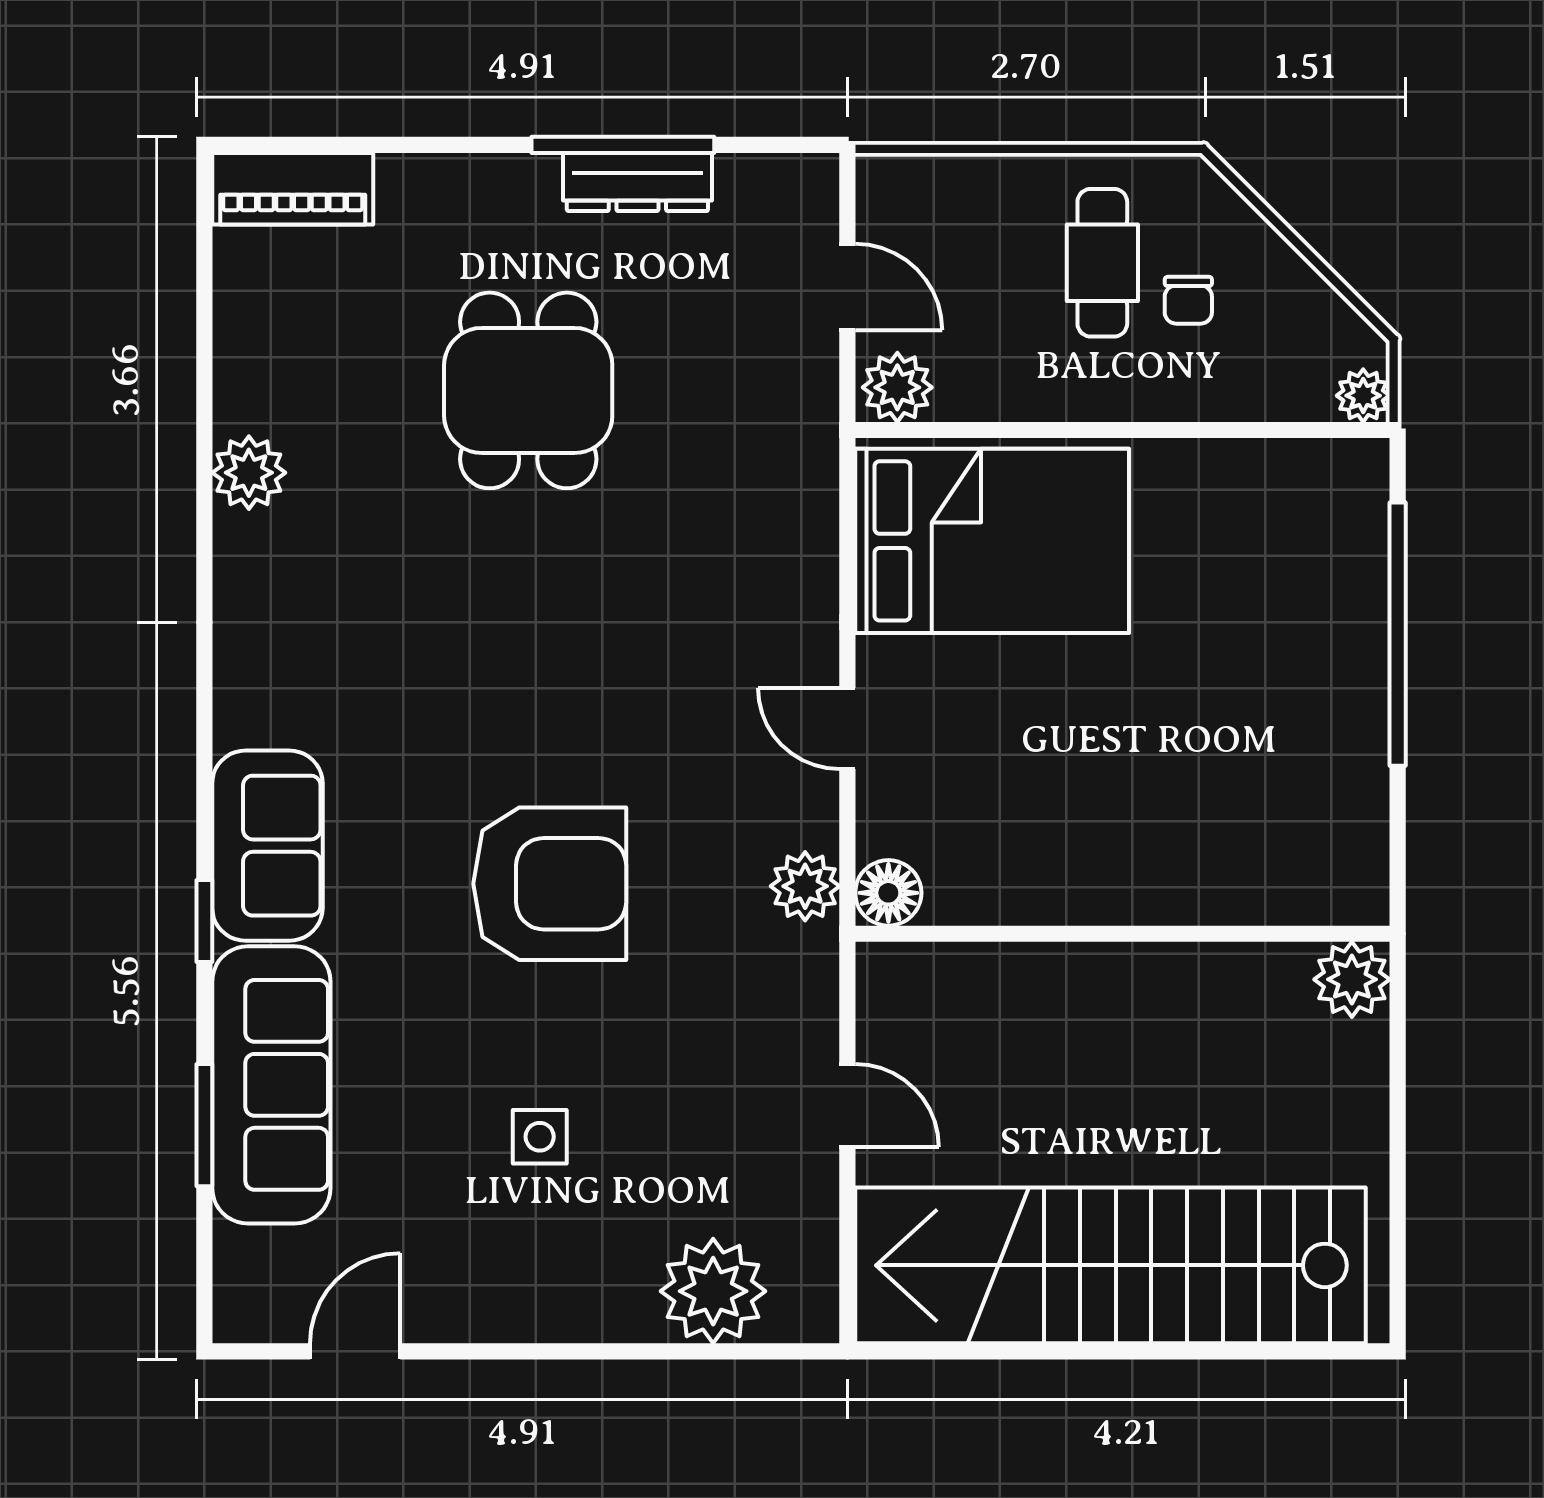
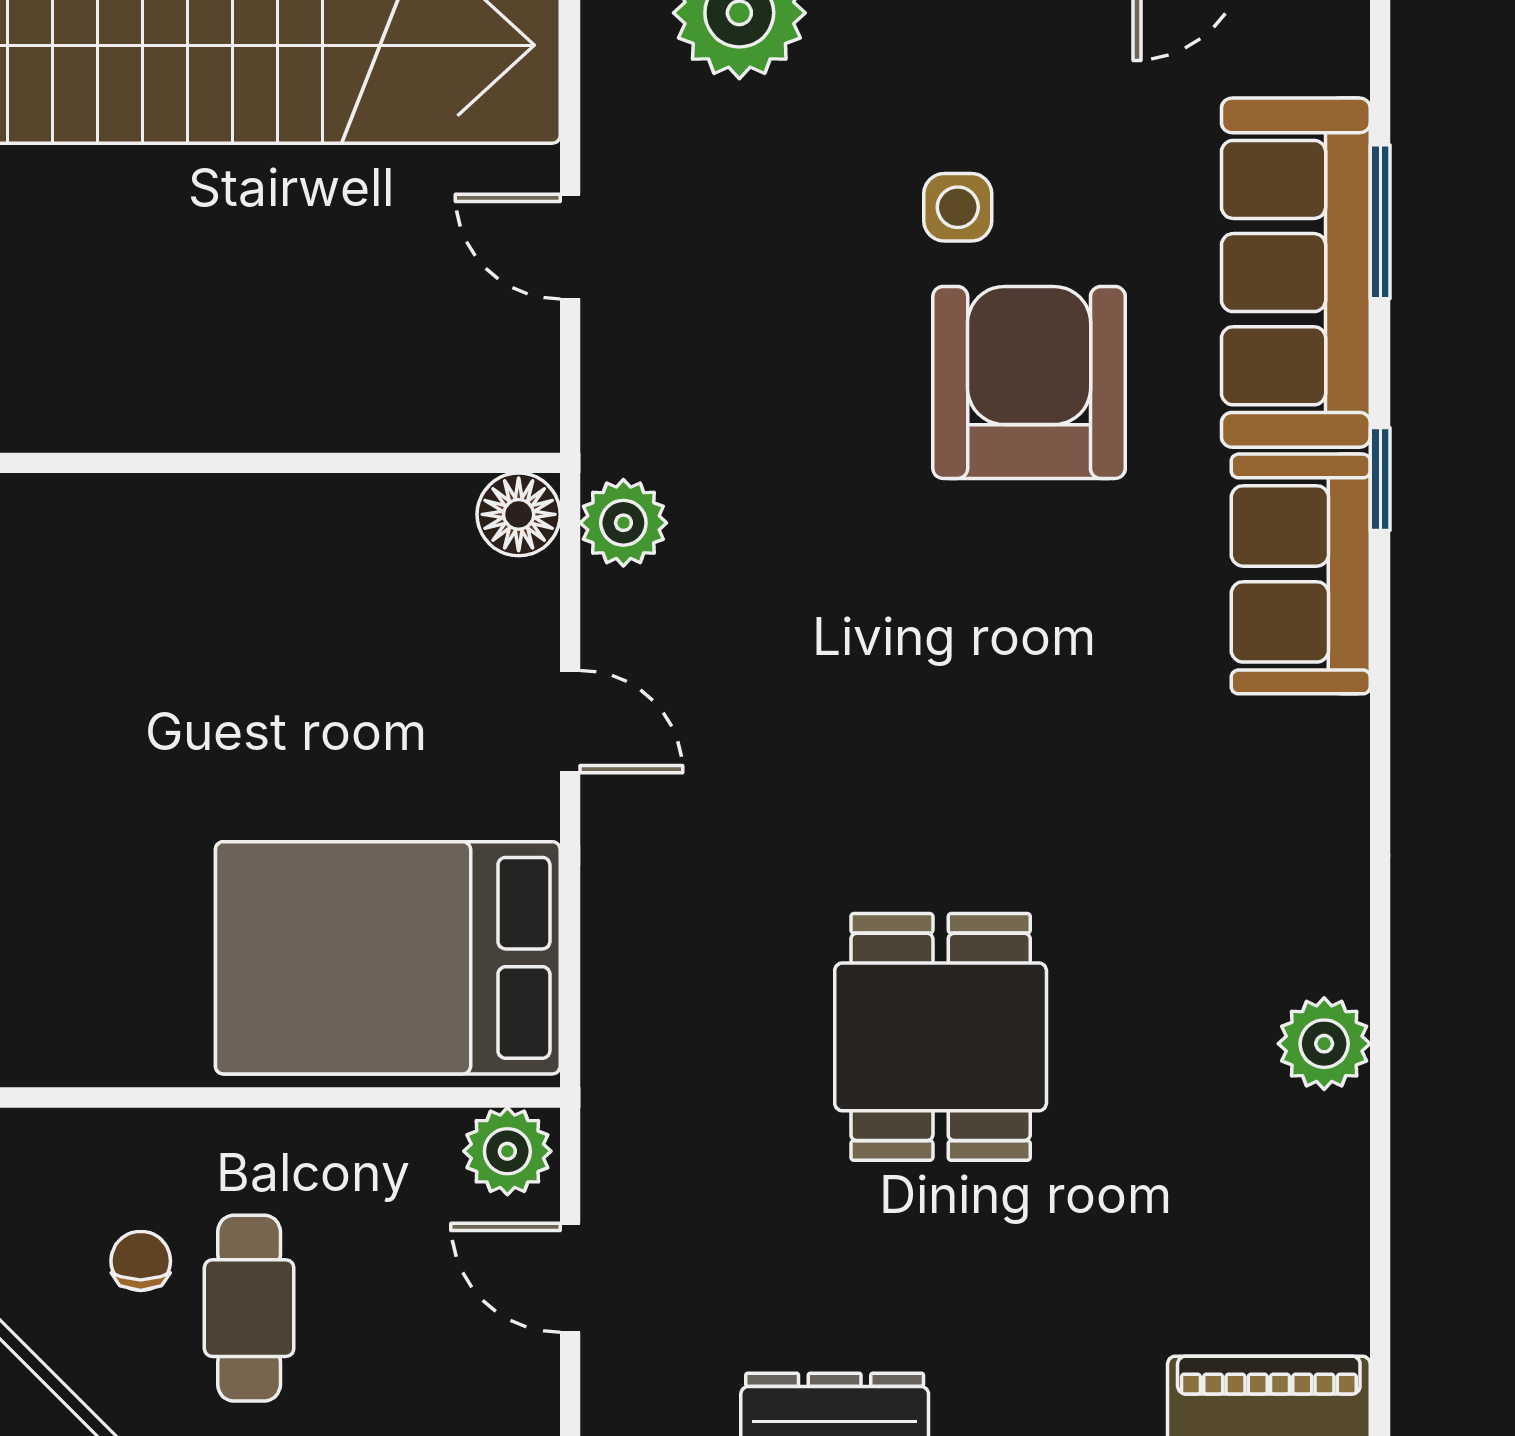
dining table: (528, 390) -> (941, 1037), moved
armchair: (550, 884) -> (1029, 382), moved, turned 90

